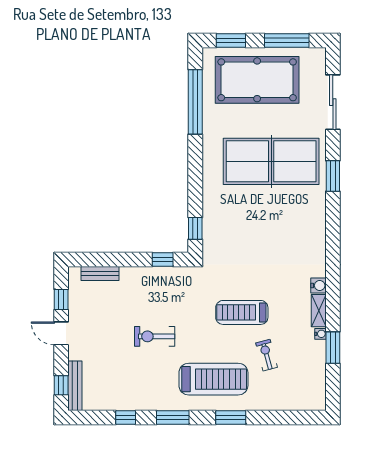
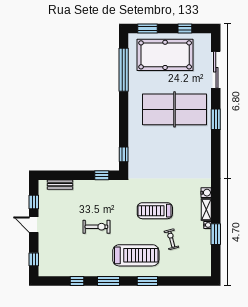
window: (287, 40) -> (185, 28), width x0.46
exercise bike: (155, 336) -> (96, 227), turned 180
bench: (75, 386) -> (43, 260), removed

